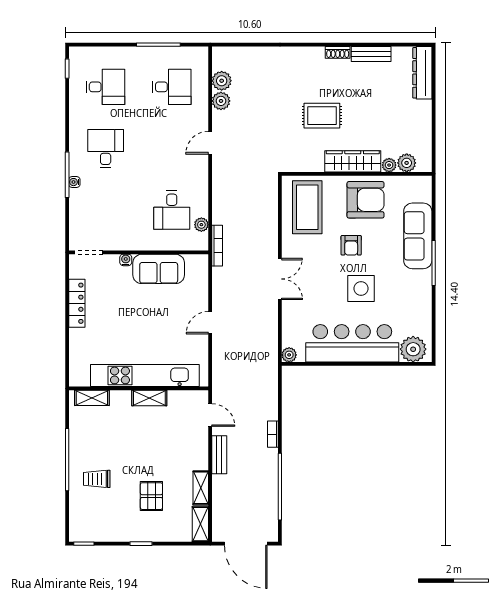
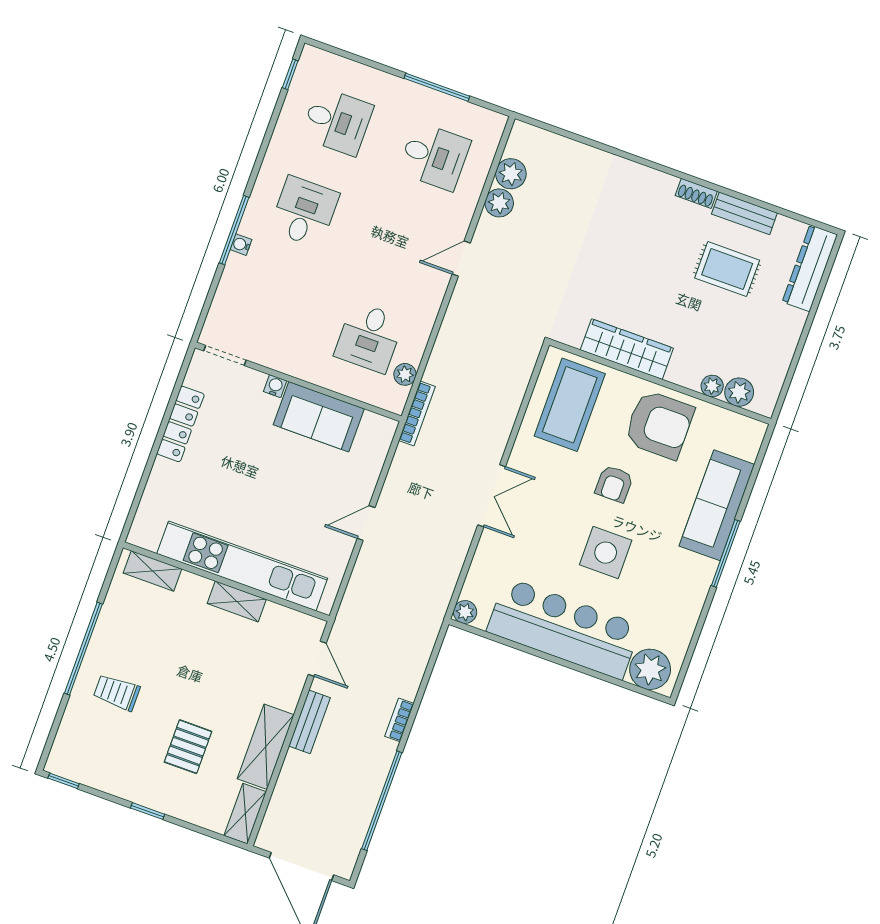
rug: (322, 116) -> (727, 269), moved
wardrobe: (353, 161) -> (627, 349), moved
shelving: (201, 488) -> (266, 747), width x1.50, depth x1.33

